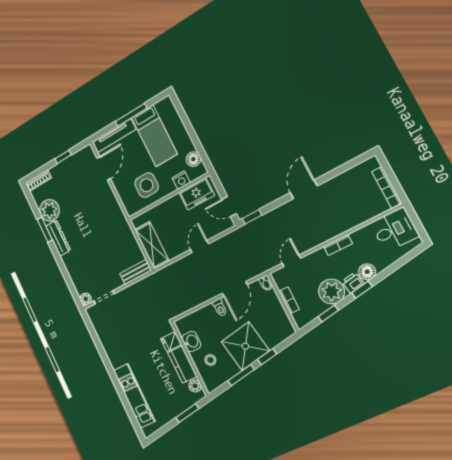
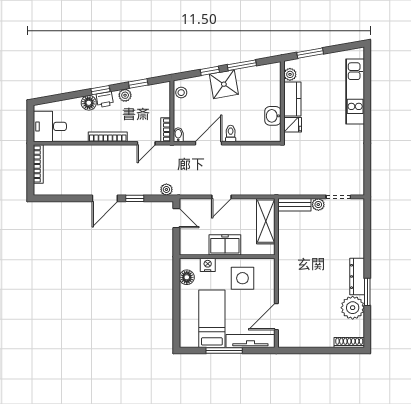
window: (63, 157) -> (312, 350), removed
freezer: (197, 194) -> (225, 245), moved
window: (252, 217) -> (135, 198), moved
plant: (251, 228) -> (166, 189), added
bookcase: (338, 245) -> (108, 137), width x1.56
plant: (332, 291) -> (125, 95), width x0.53, depth x0.53
plant: (86, 299) -> (318, 205), moved
bookcase: (289, 300) -> (166, 130), moved
shower: (245, 346) -> (224, 84), width x0.73, depth x0.73
stool: (210, 360) -> (181, 93), moved

